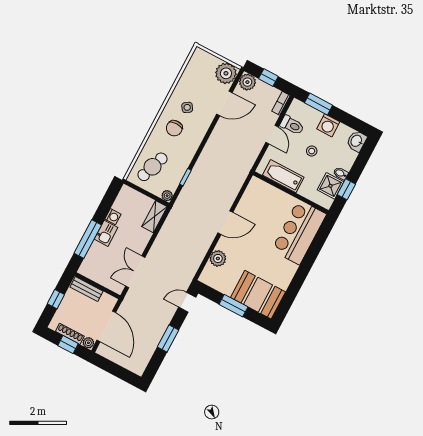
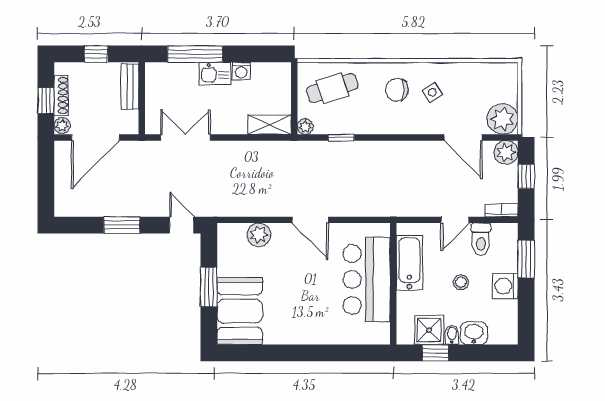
washbasin: (357, 141) -> (474, 333), moved
cafe table: (152, 167) -> (332, 88), turned -37
bar counter: (299, 232) -> (367, 279), moved, turned -90

